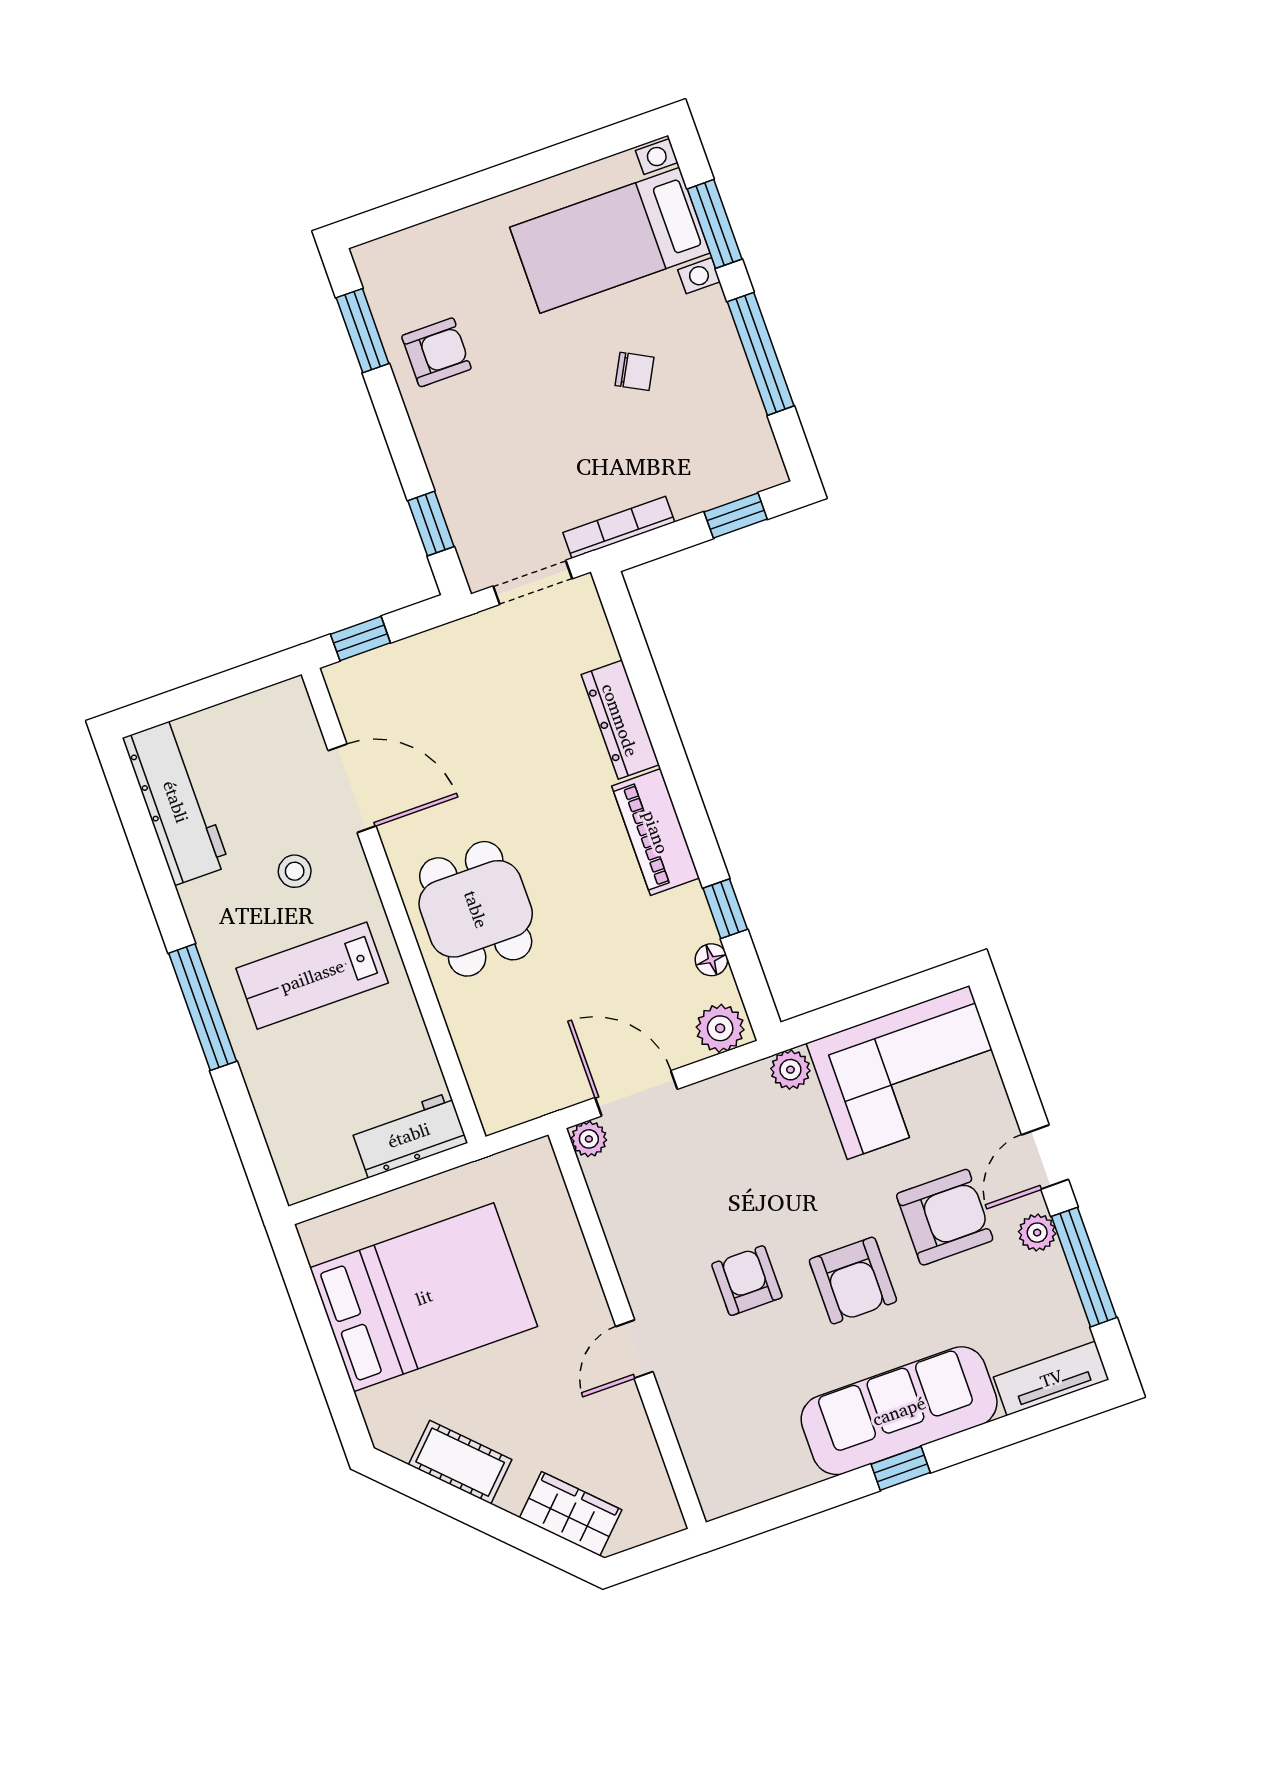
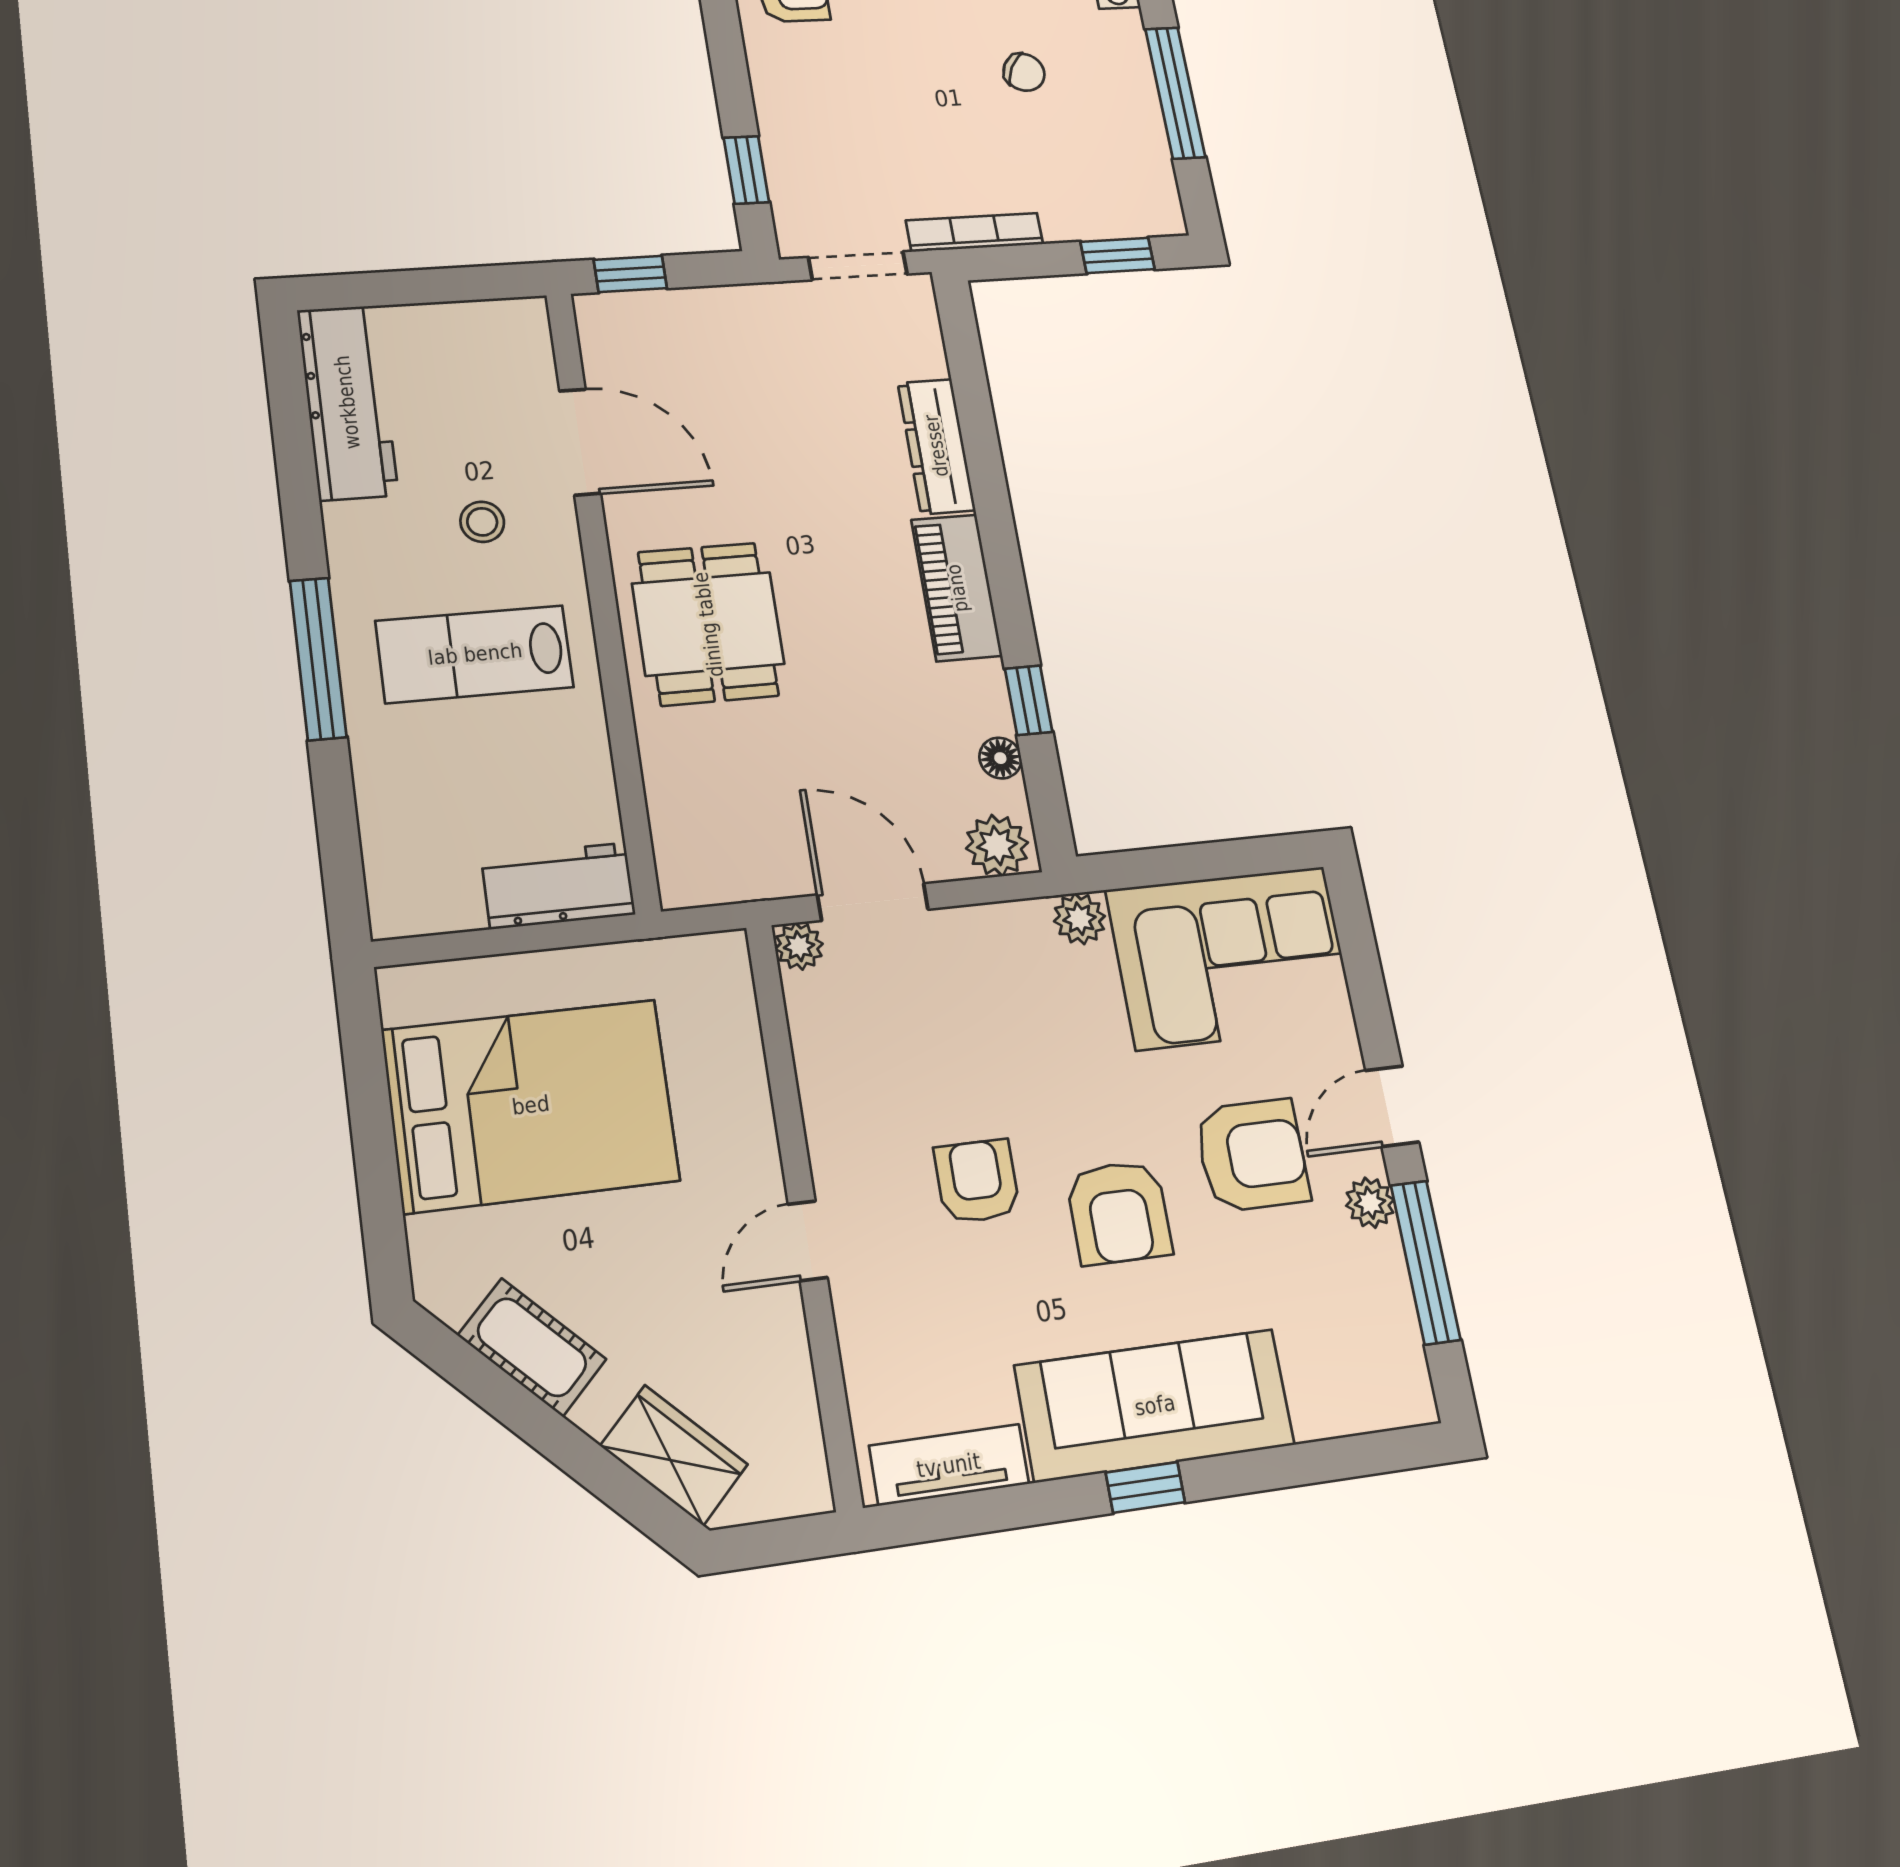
tv unit: (1051, 1378) -> (949, 1465), moved

